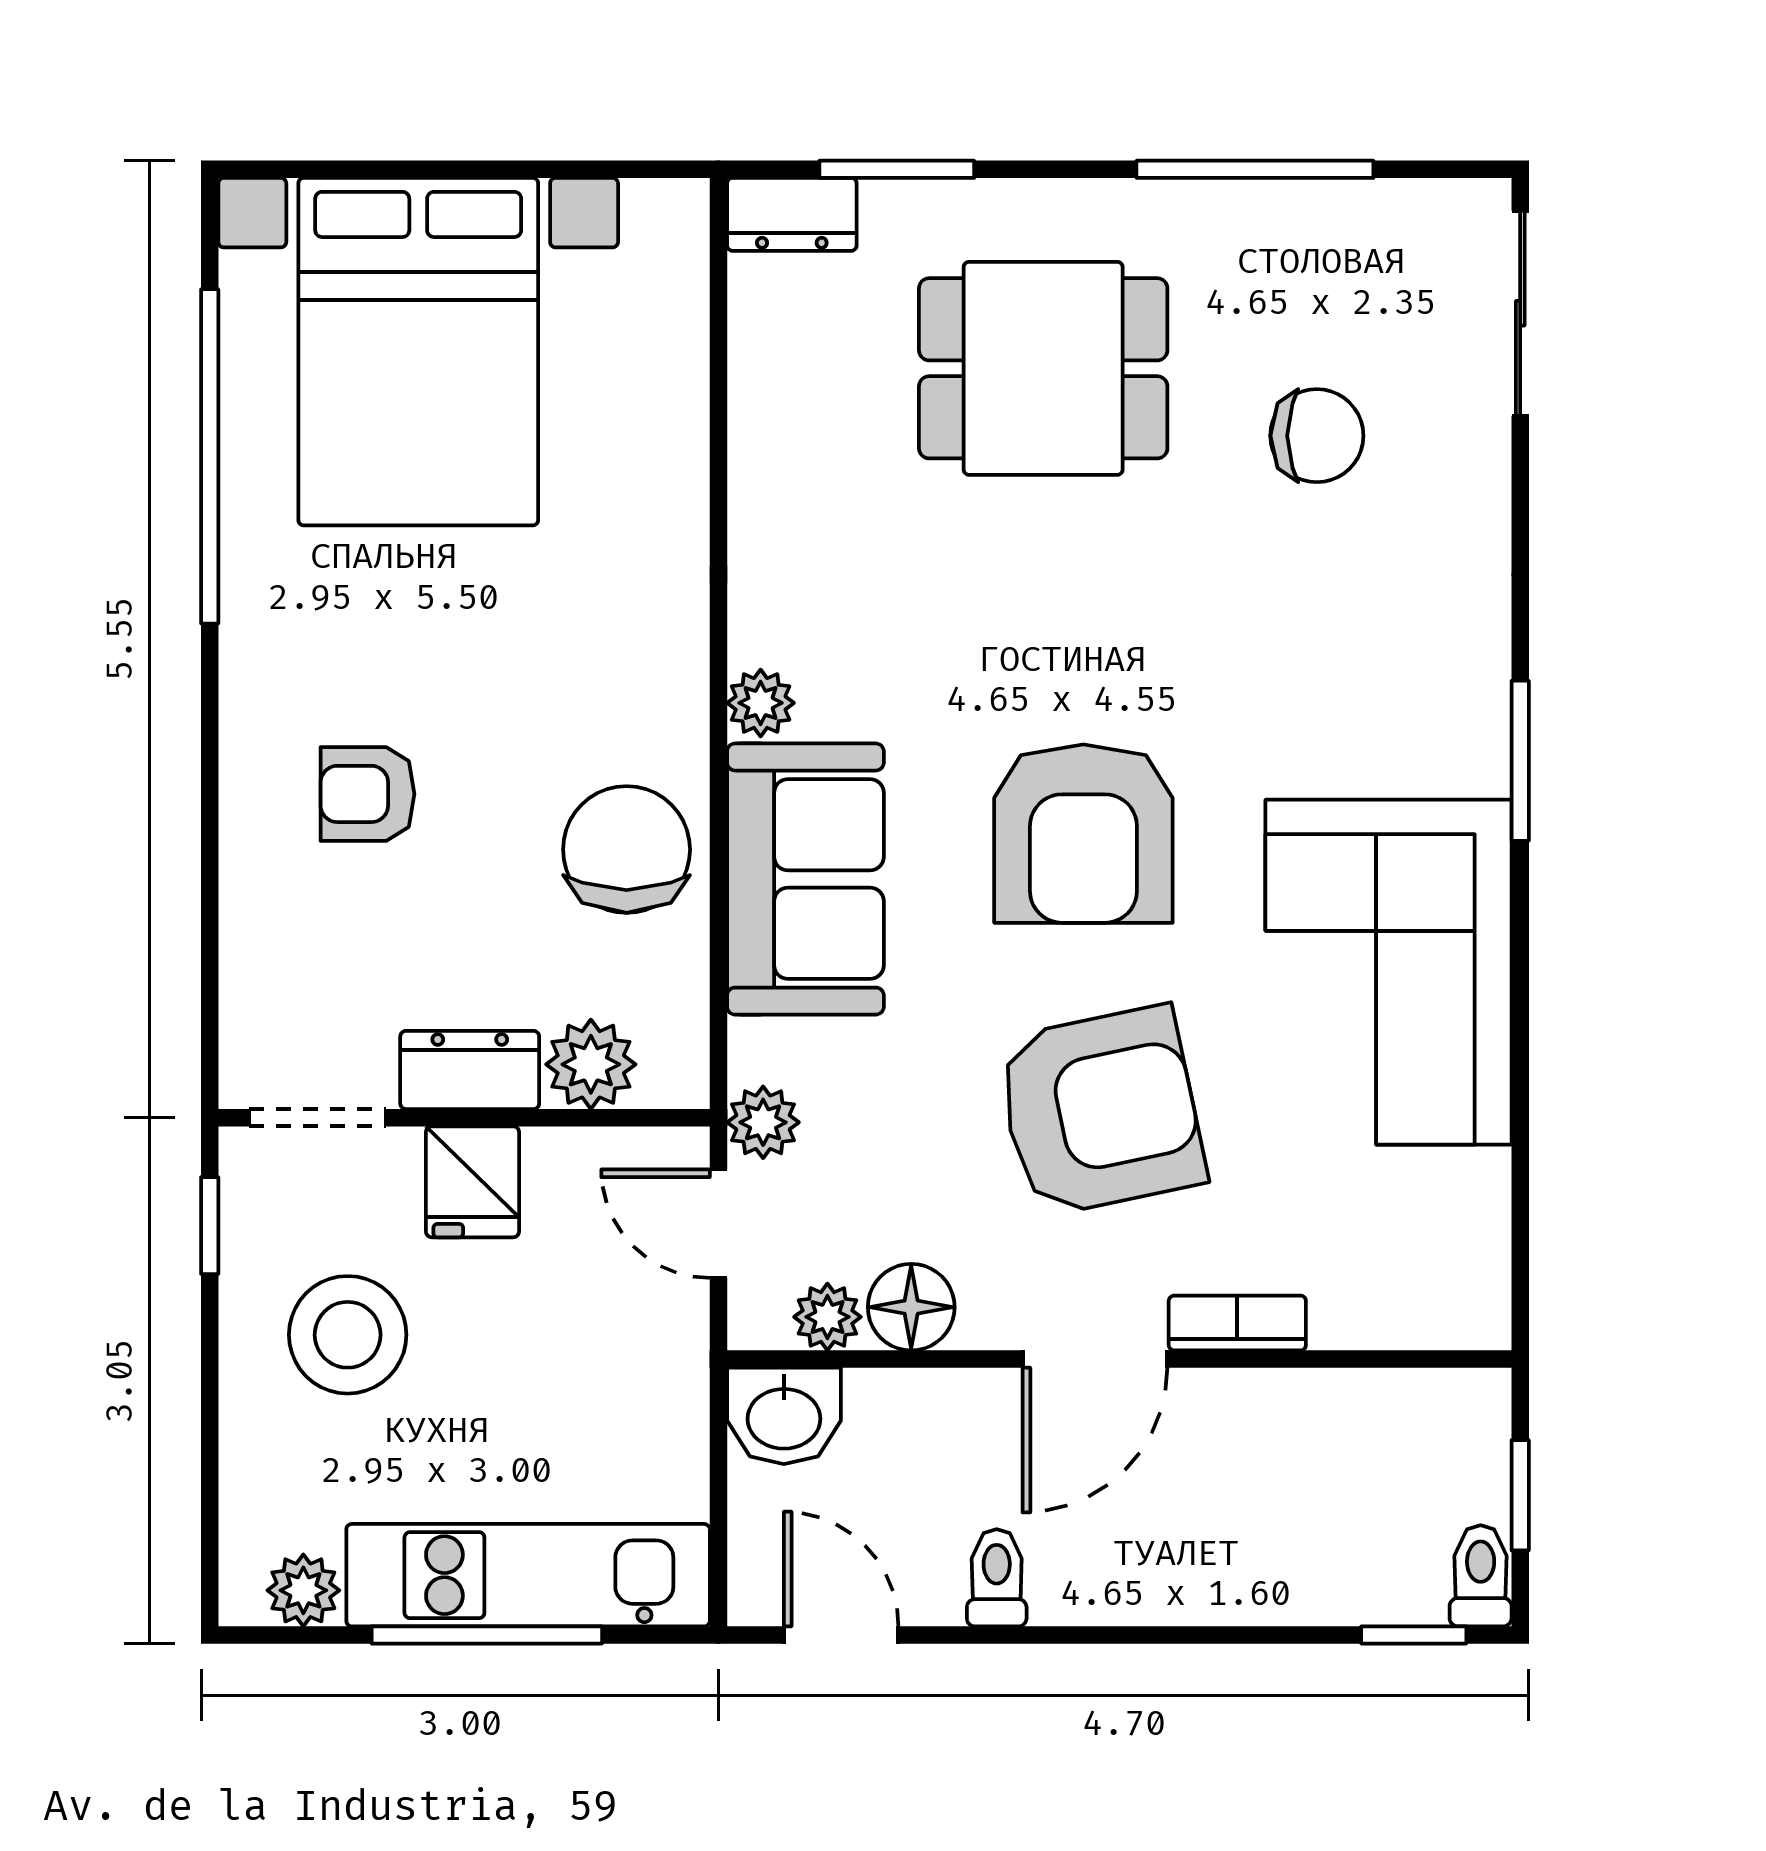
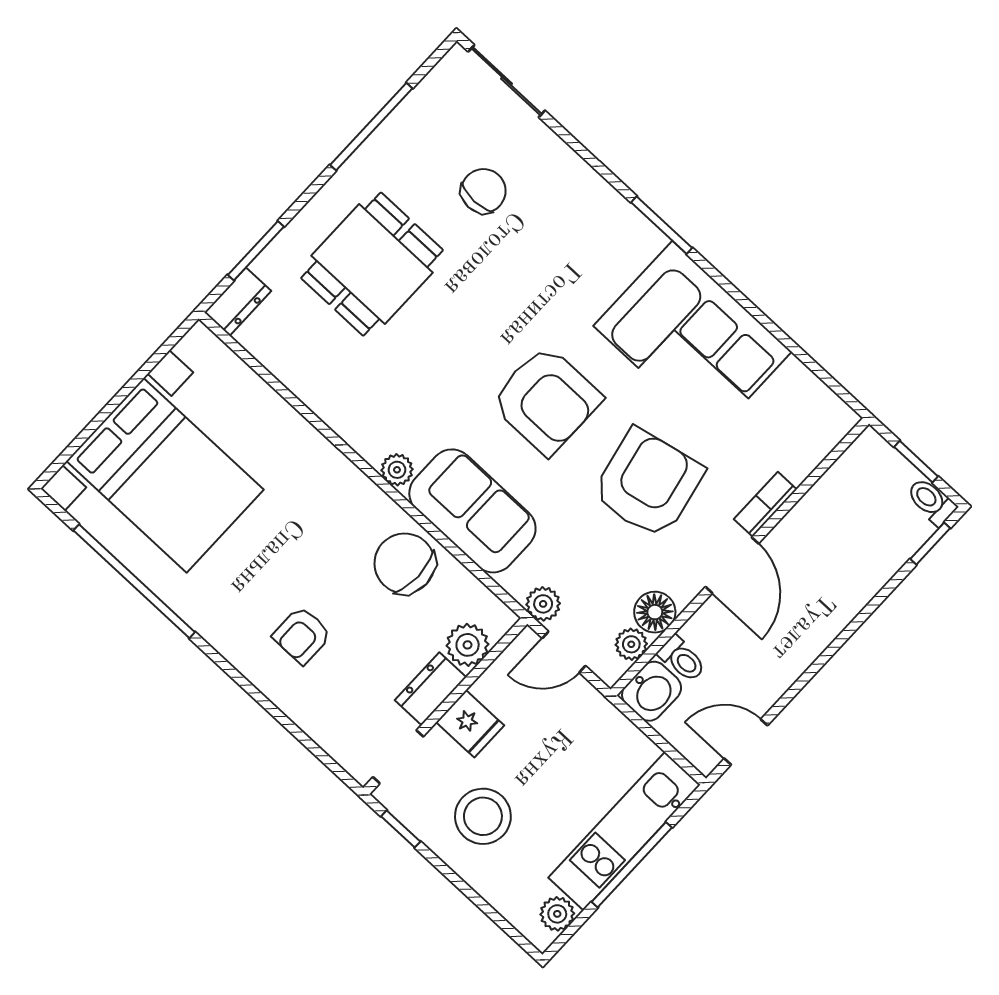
toilet: (997, 1578) -> (682, 659), moved, turned 180

